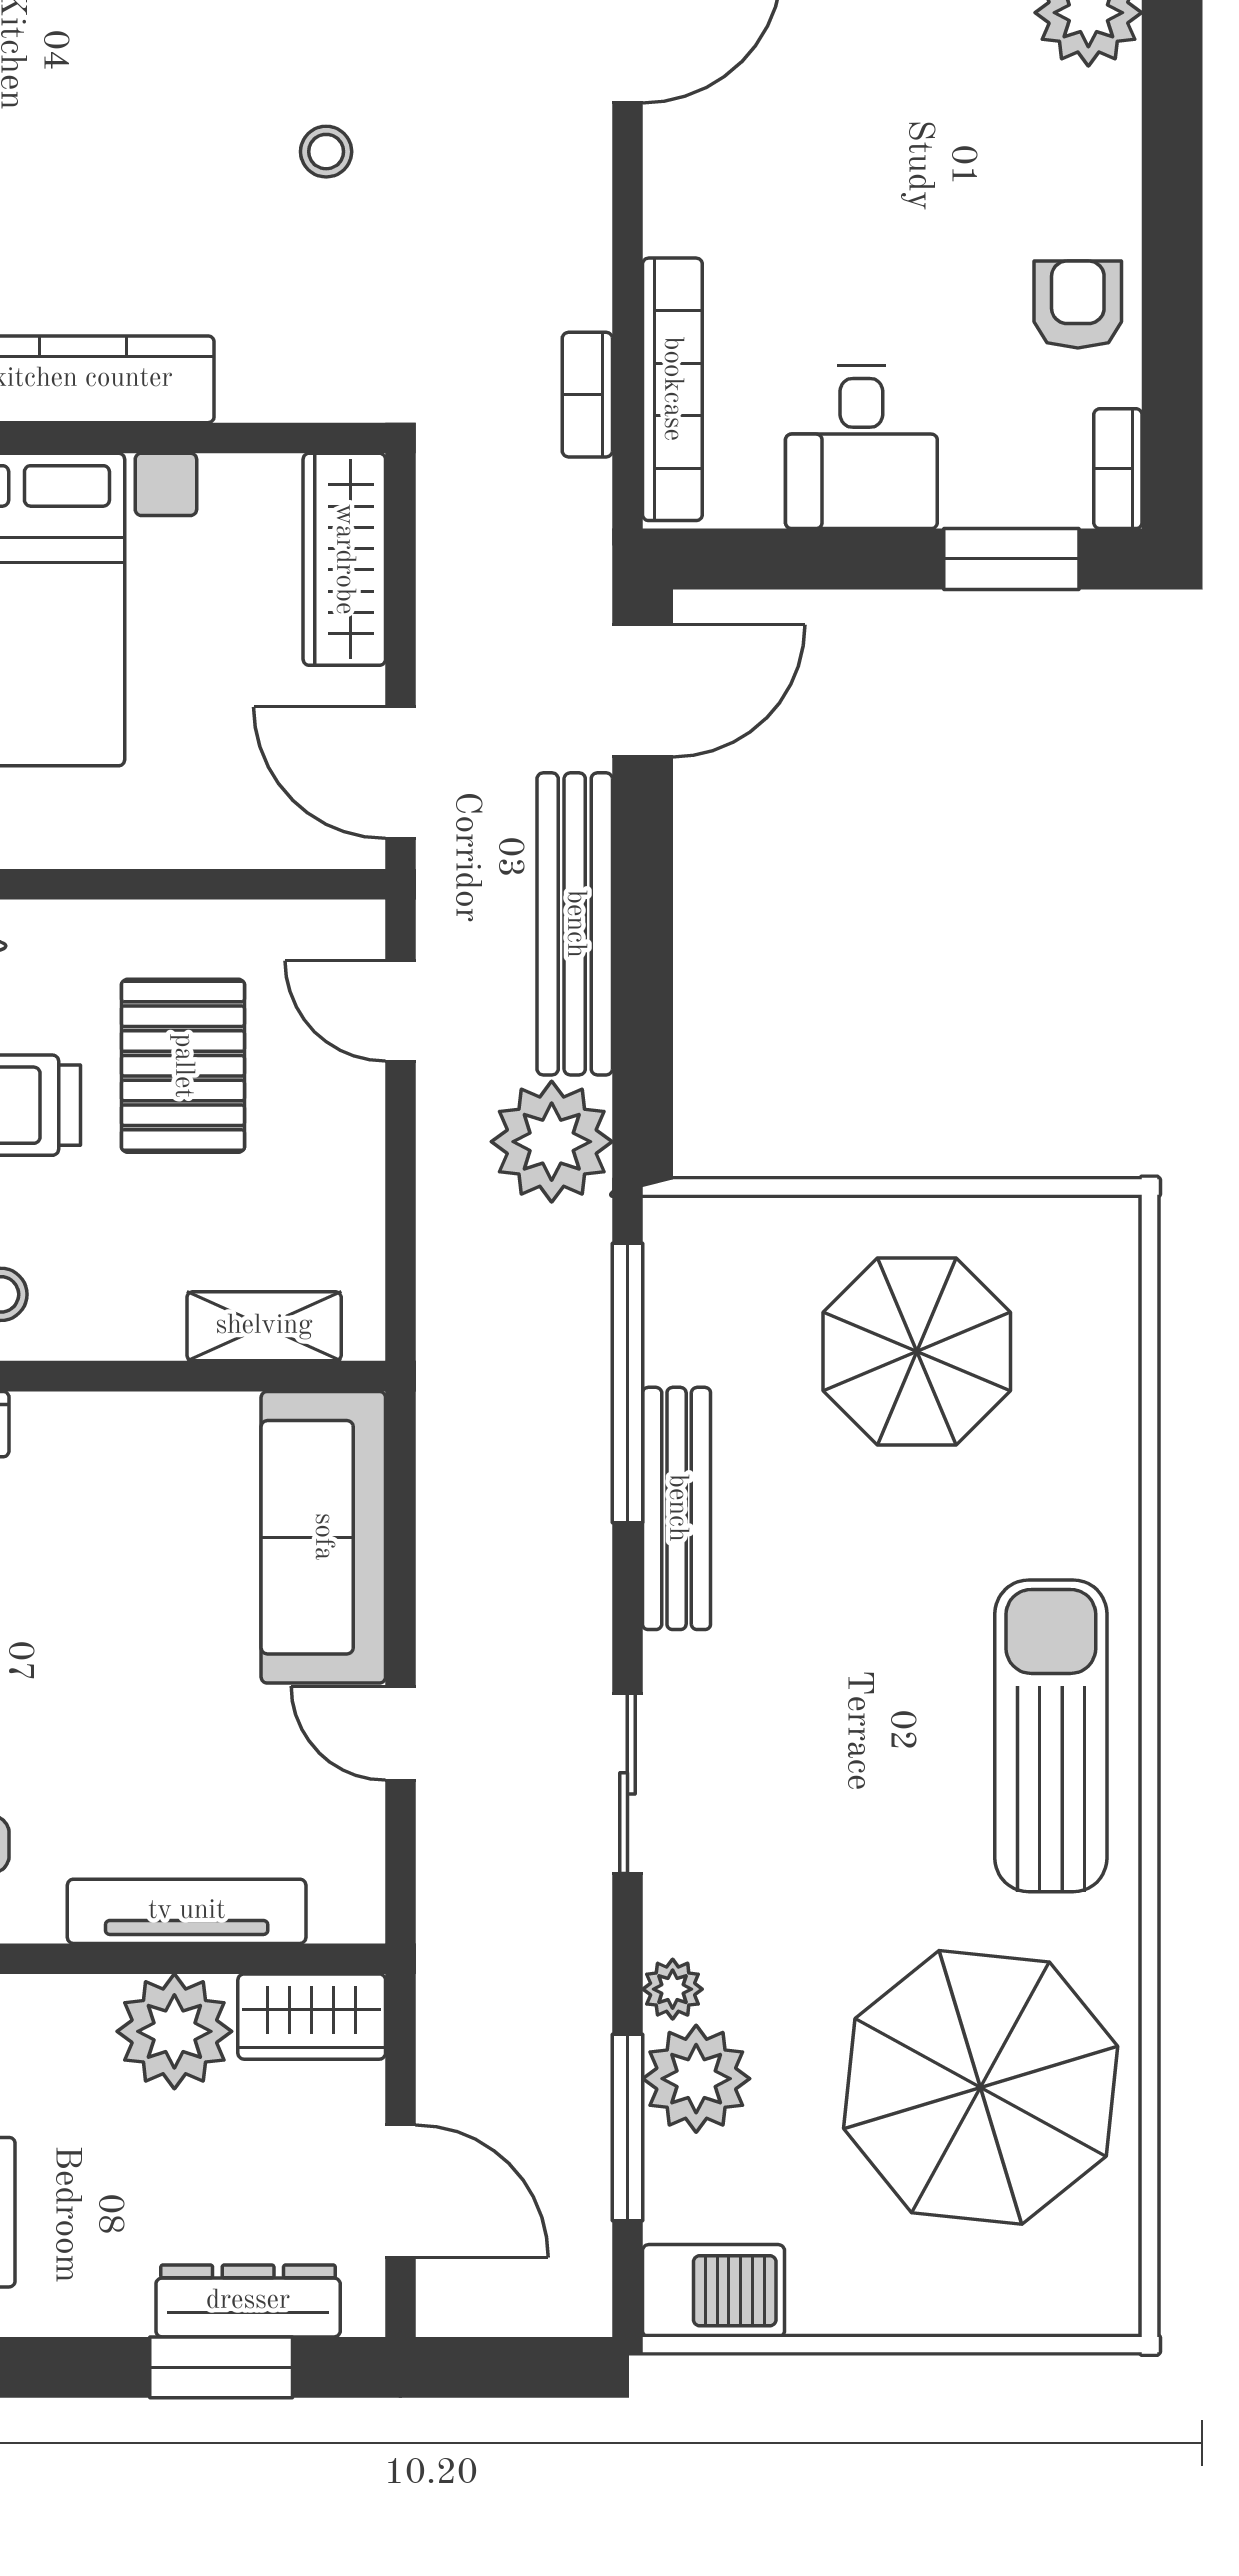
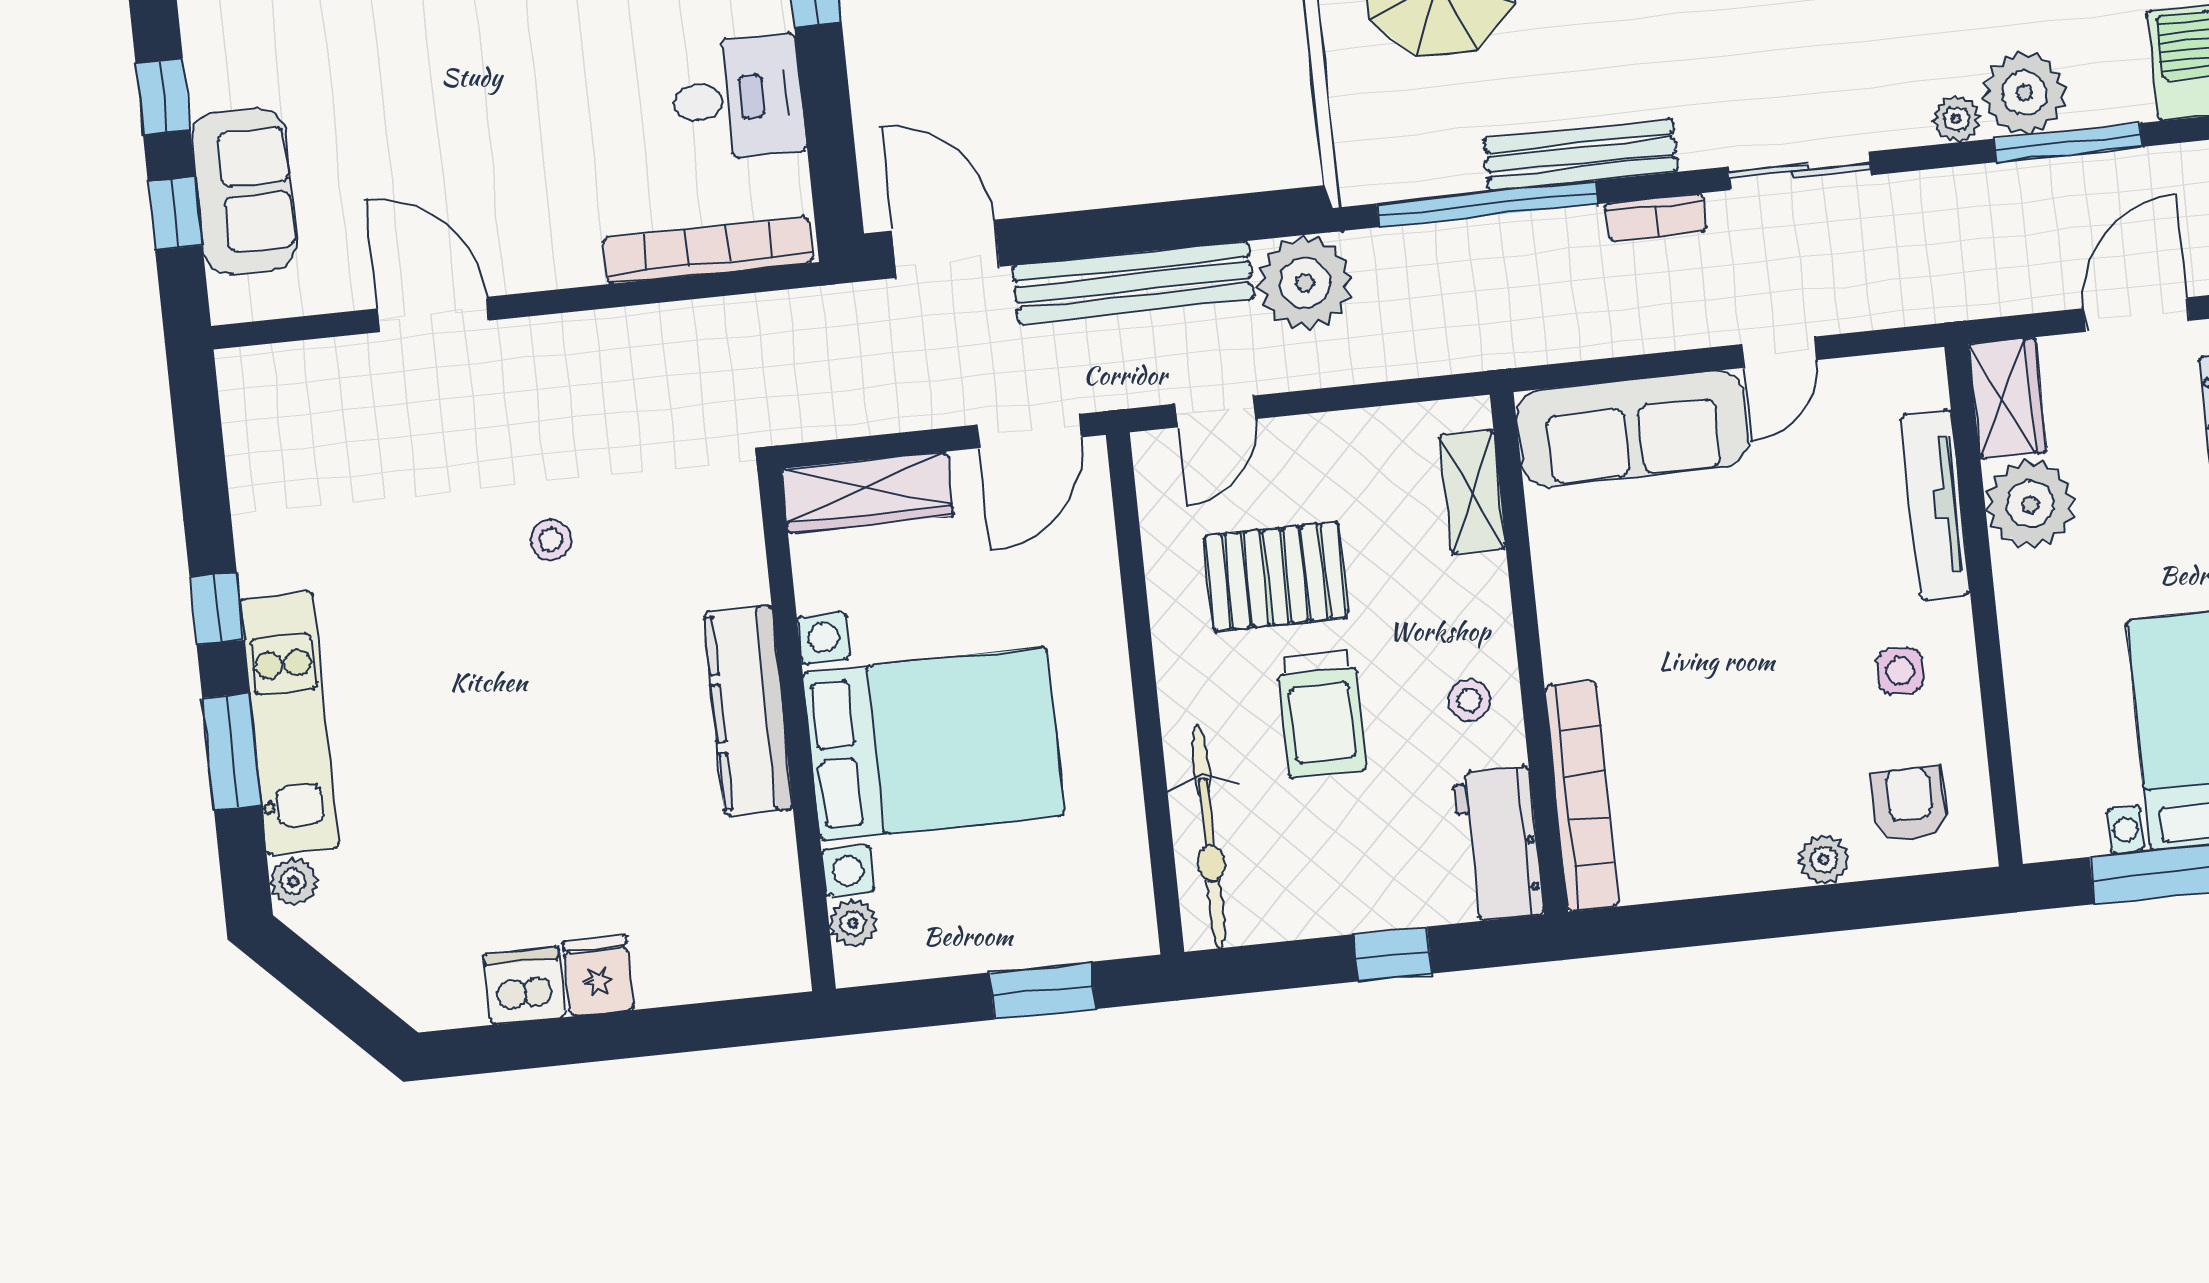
bookcase: (587, 395) -> (1656, 218), moved

